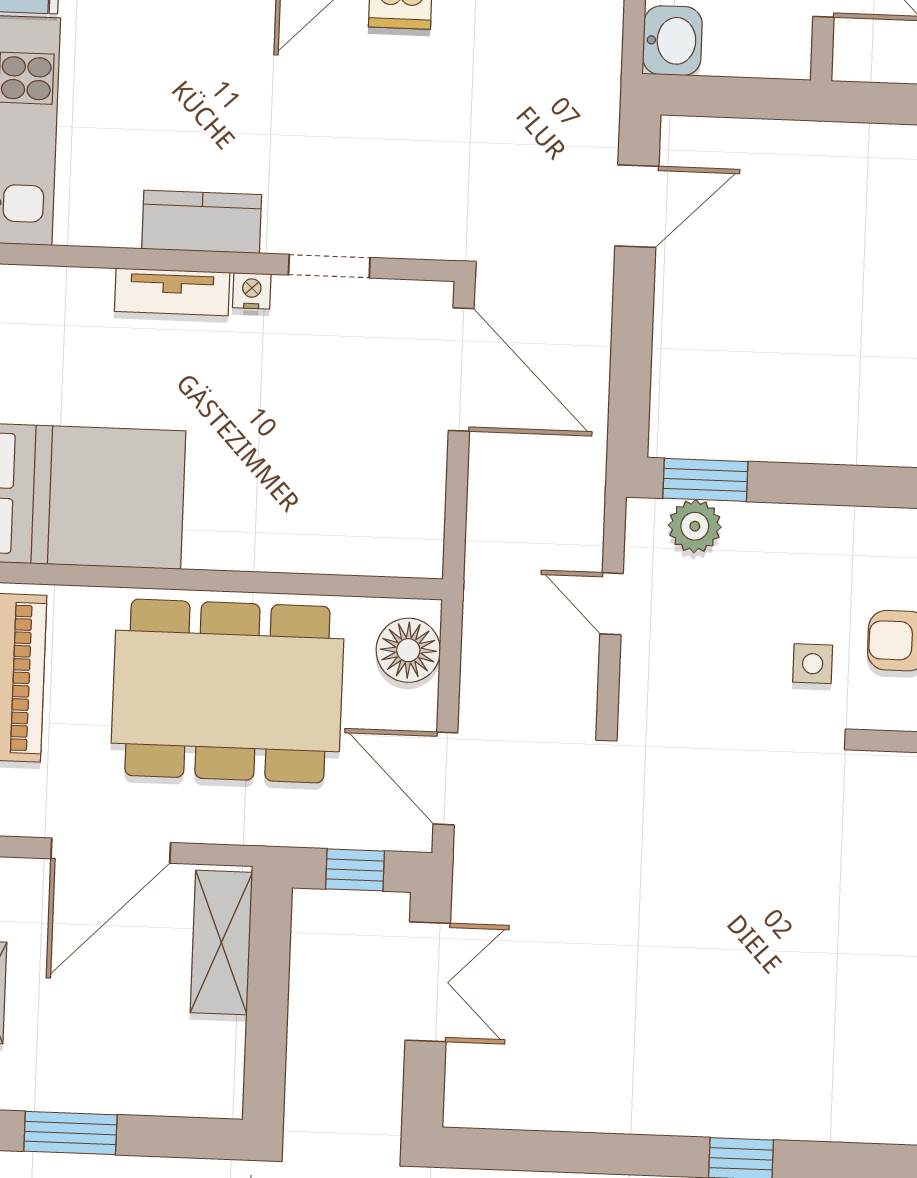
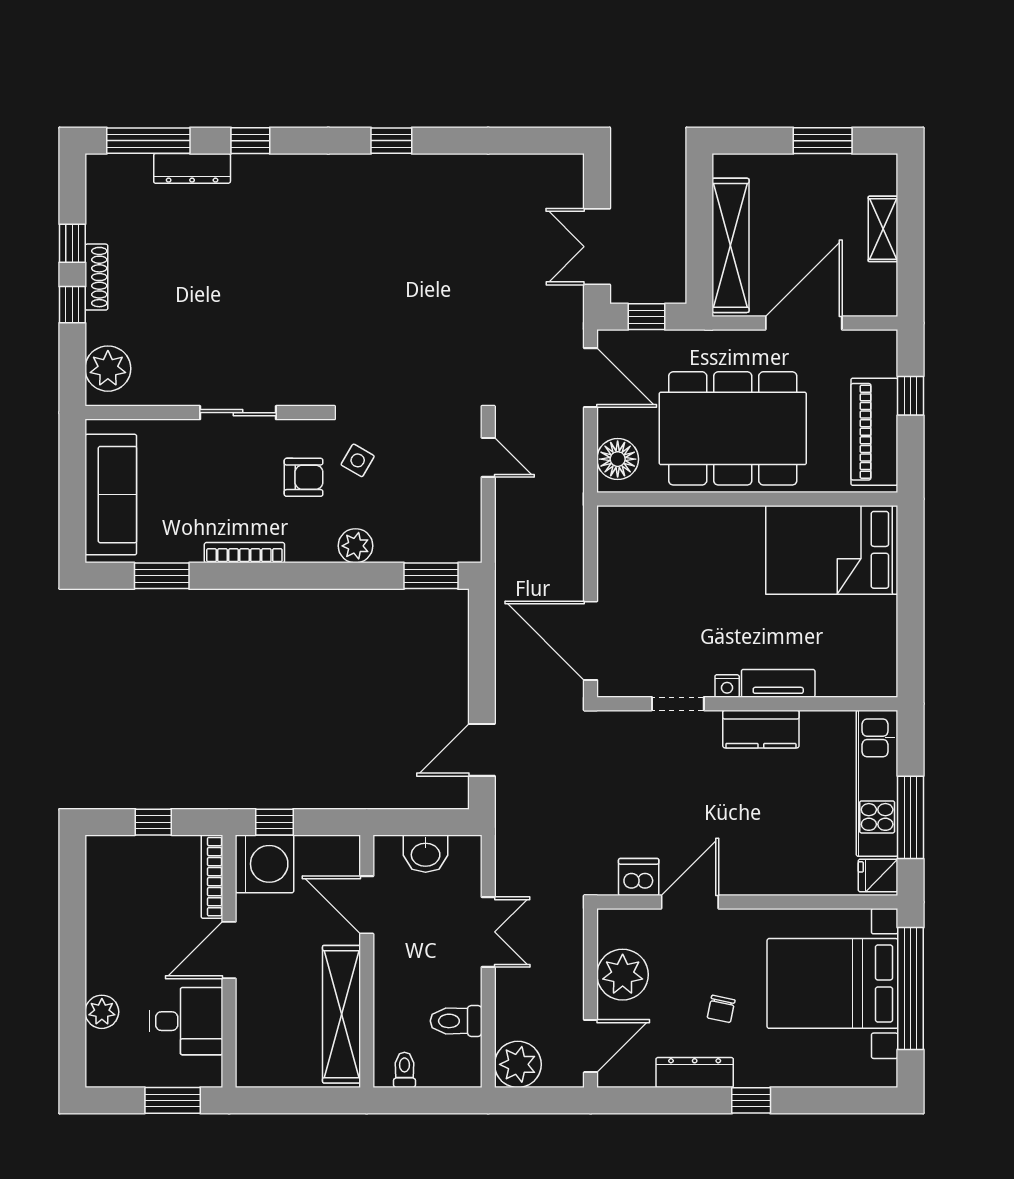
washbasin: (672, 41) -> (426, 854), moved, turned -90
plant: (695, 526) -> (355, 546), moved
door: (612, 604) -> (488, 457), moved
side table: (813, 664) -> (358, 460), turned 30
shelving: (221, 943) -> (730, 245), width x1.47

